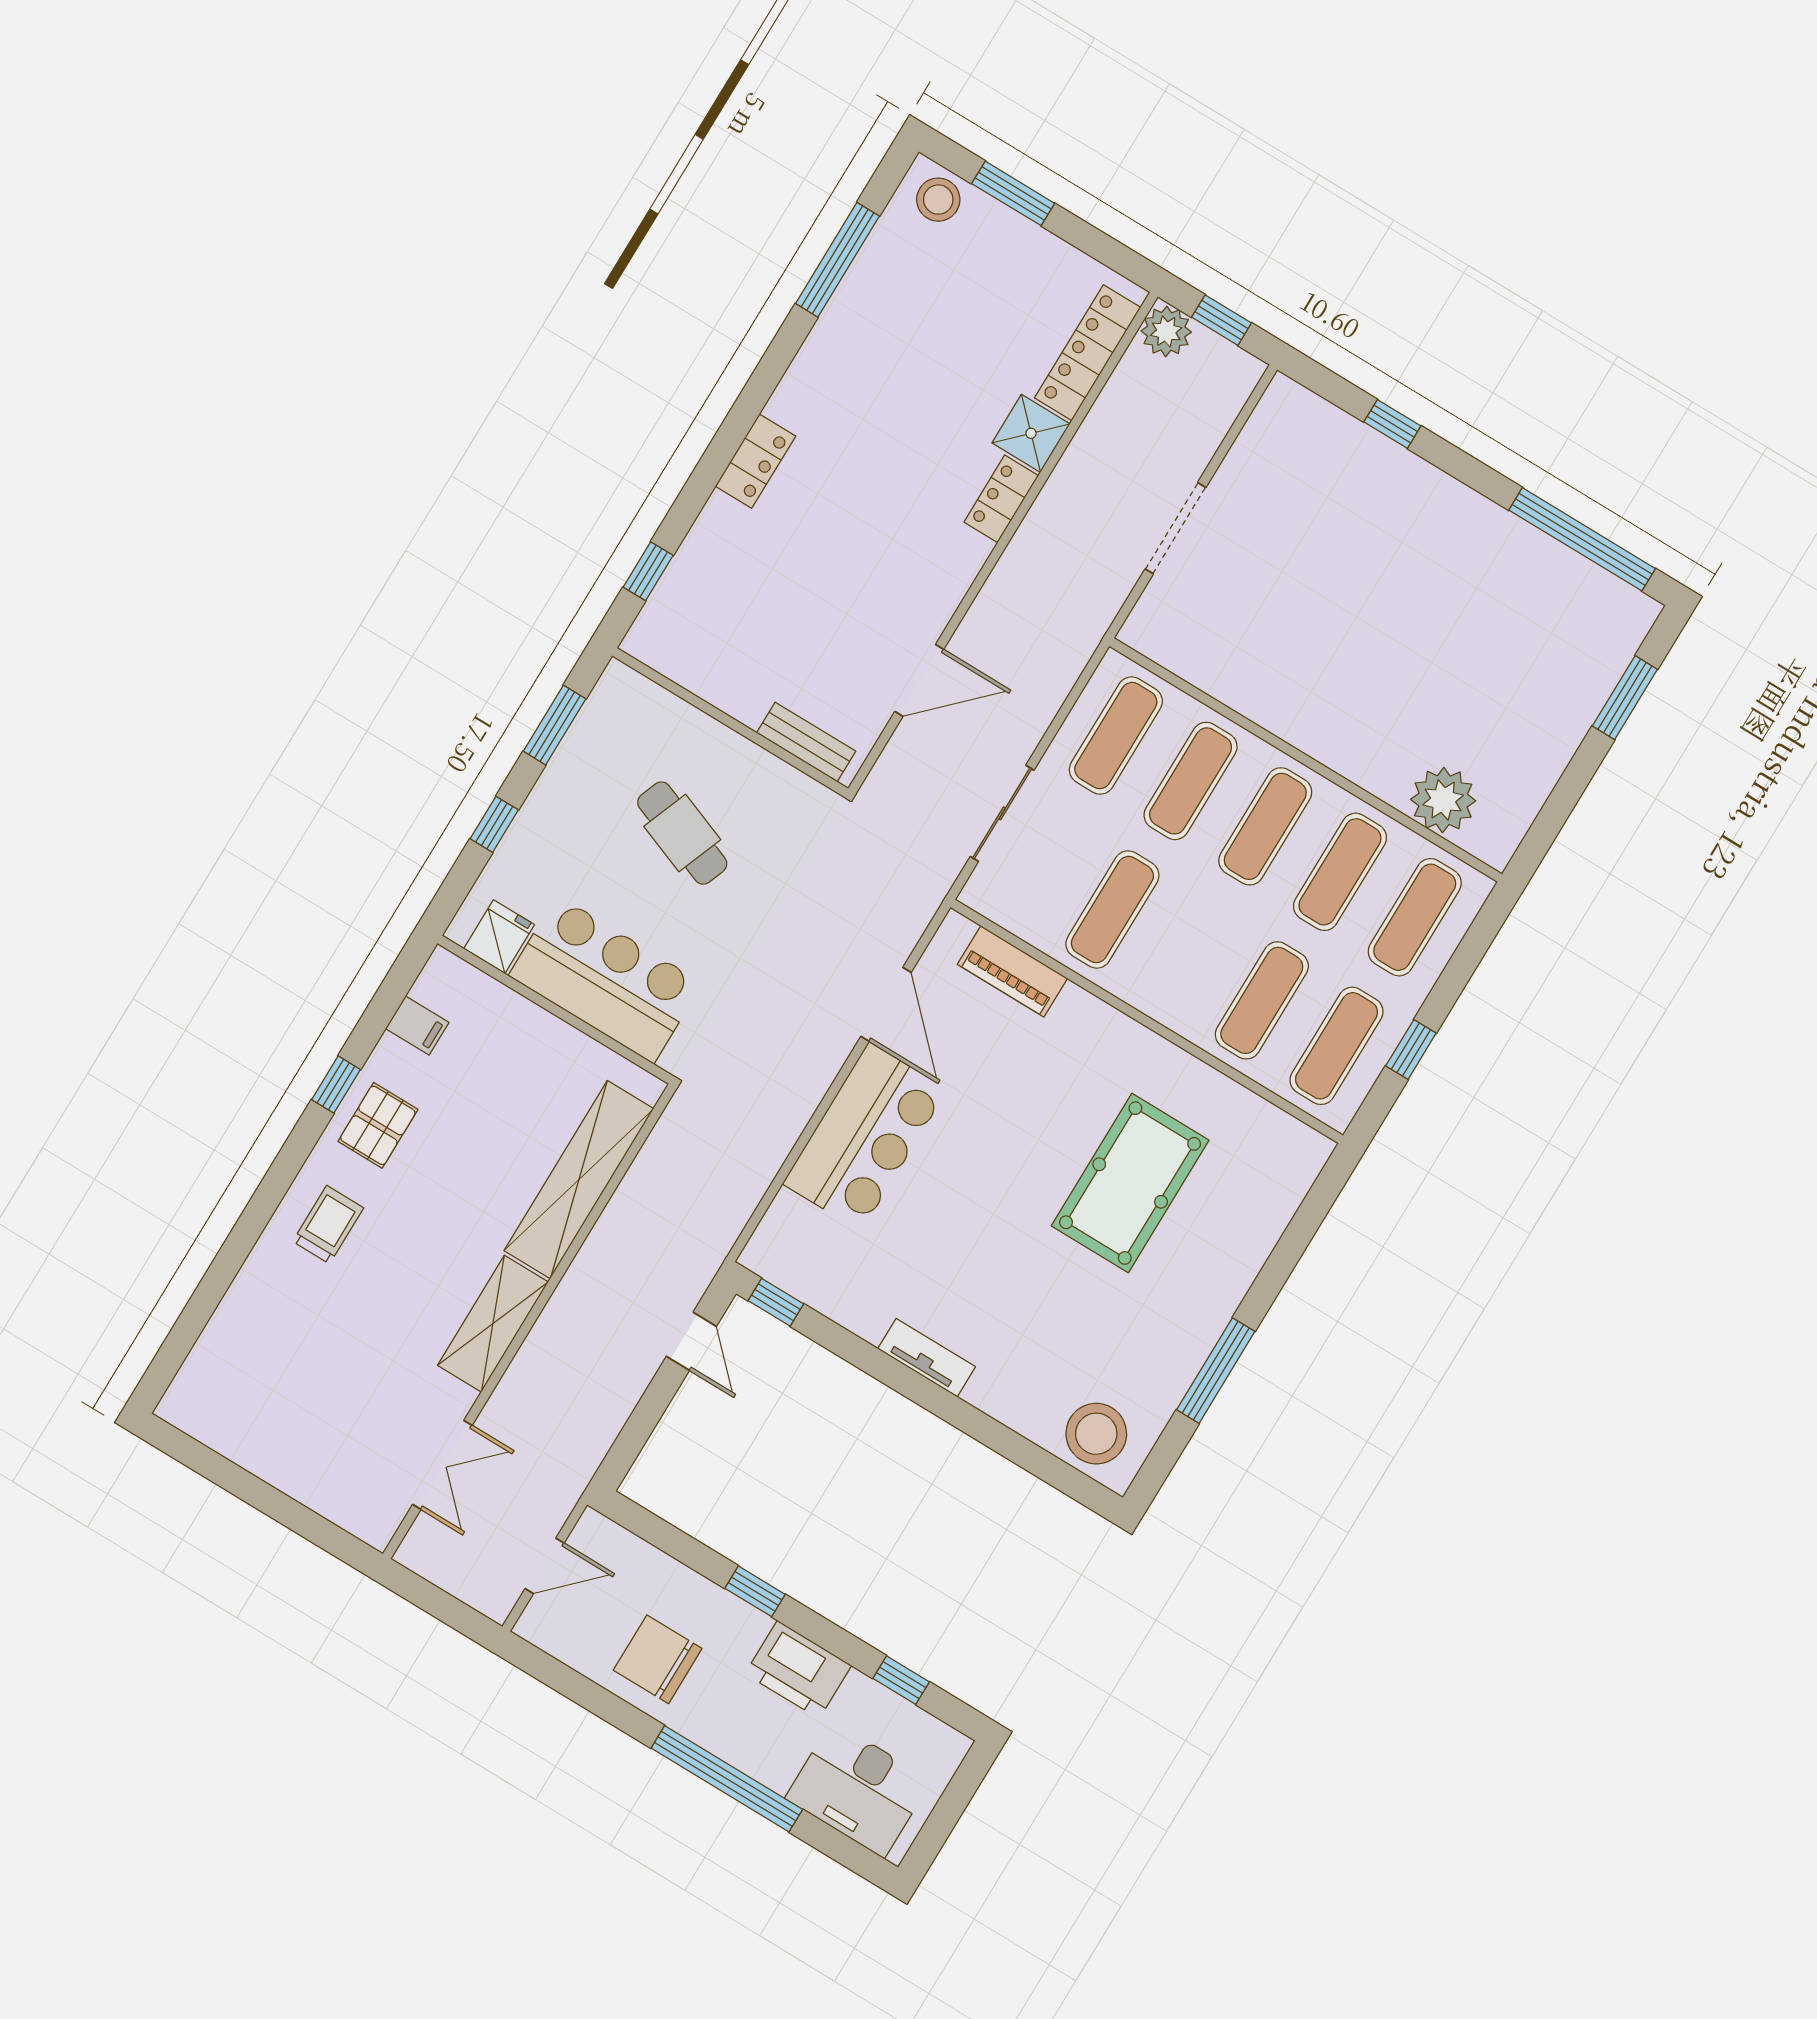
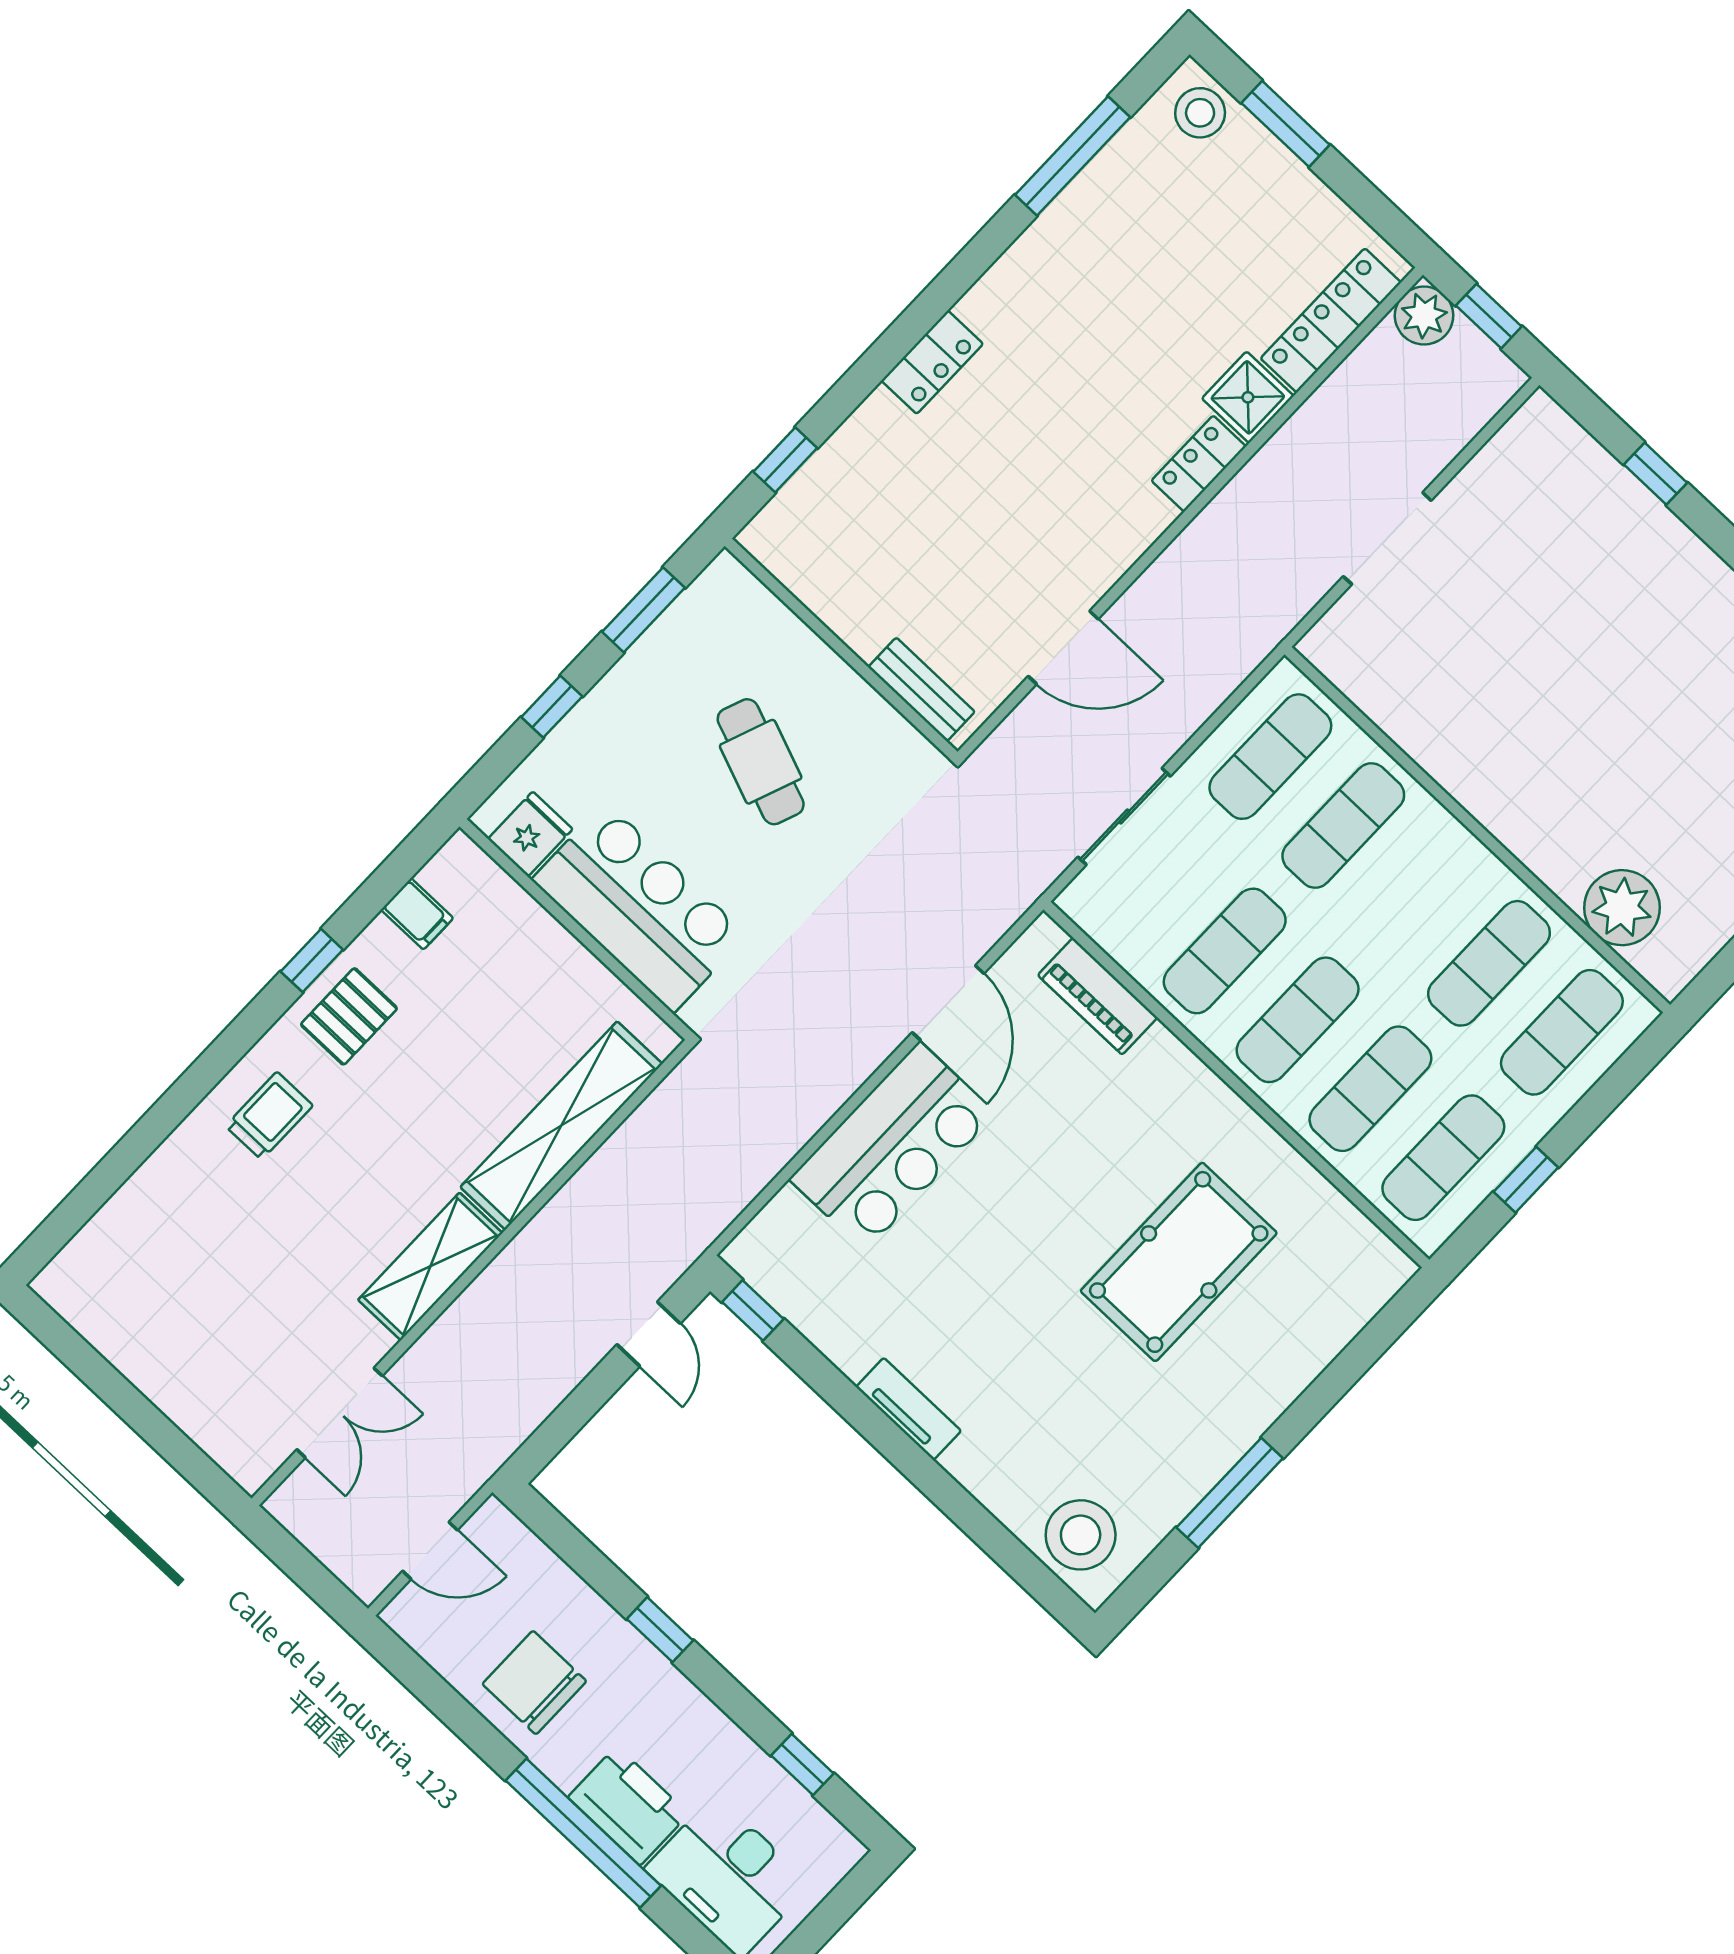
exercise mat: (1265, 826) -> (1298, 1020), moved
printer: (798, 1670) -> (628, 1806), moved, turned 180

